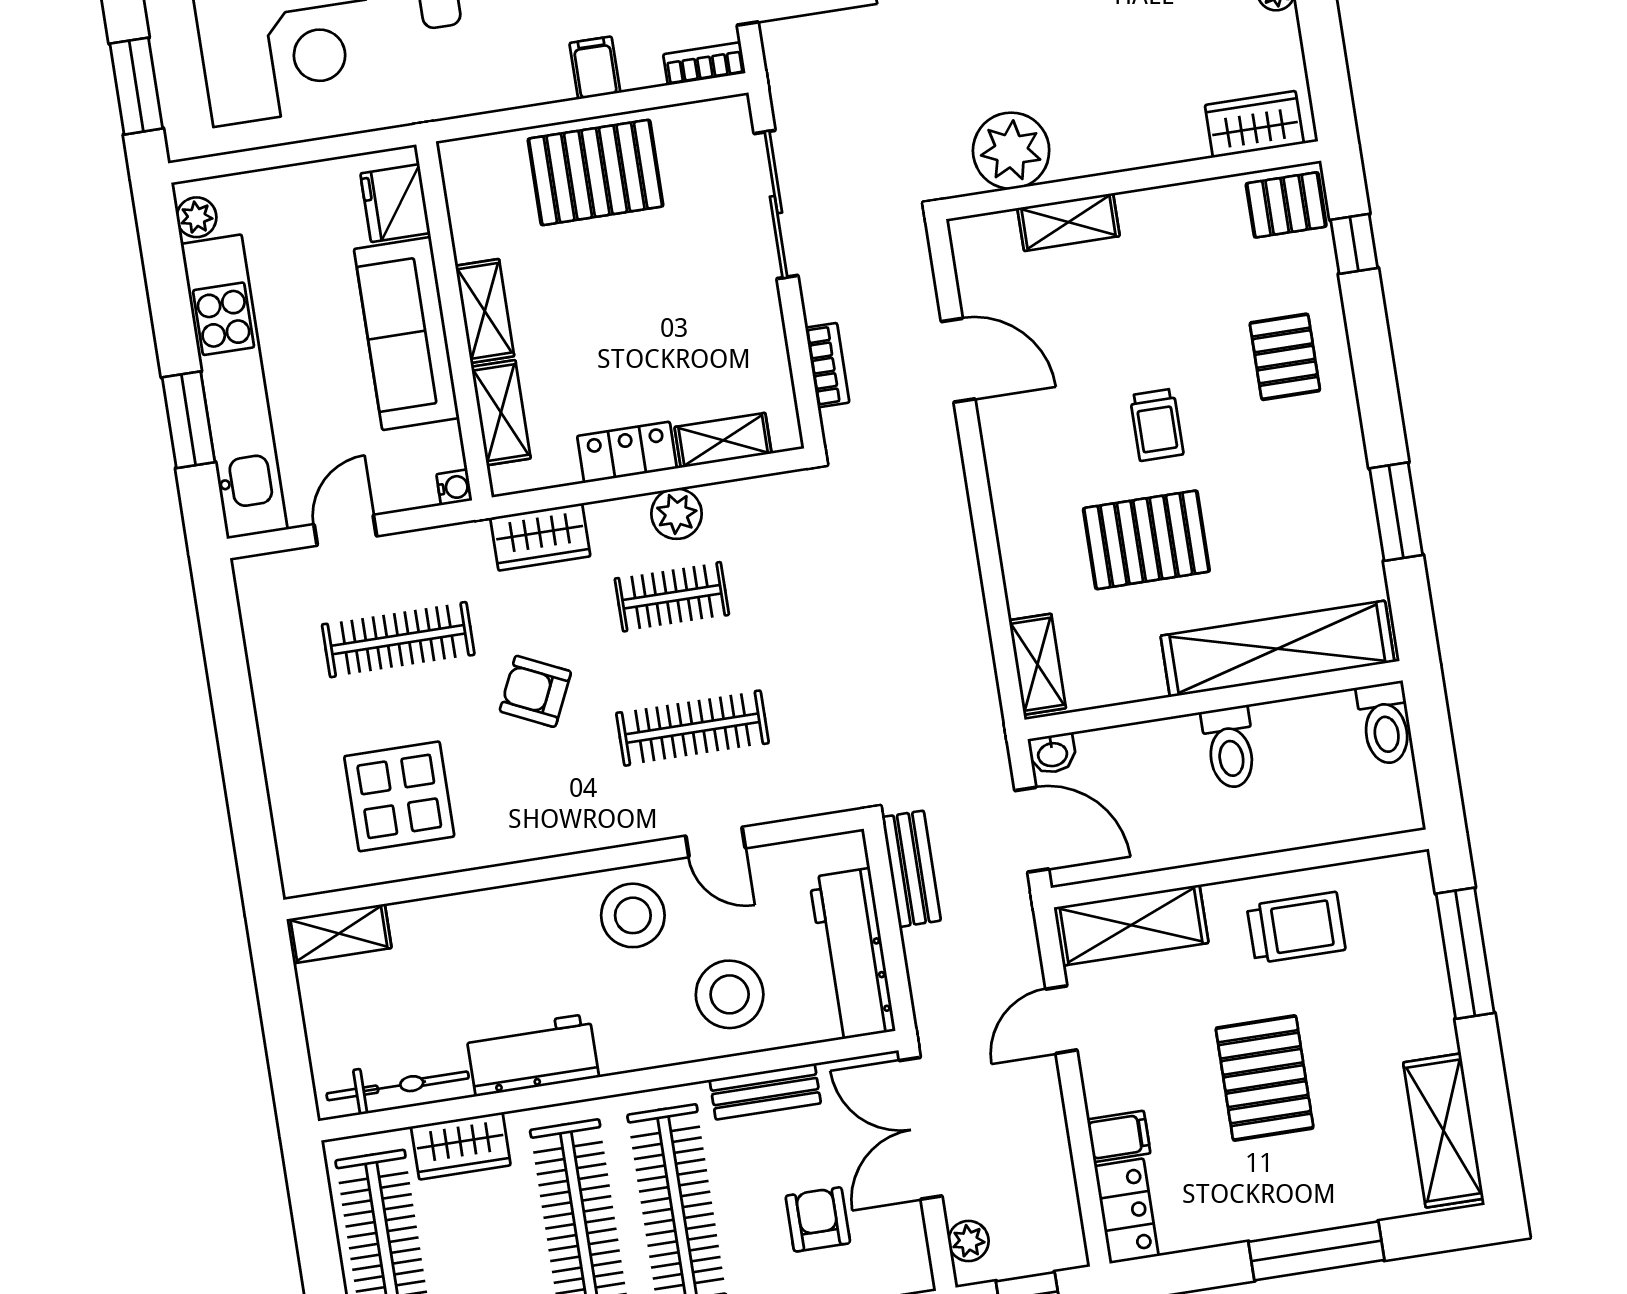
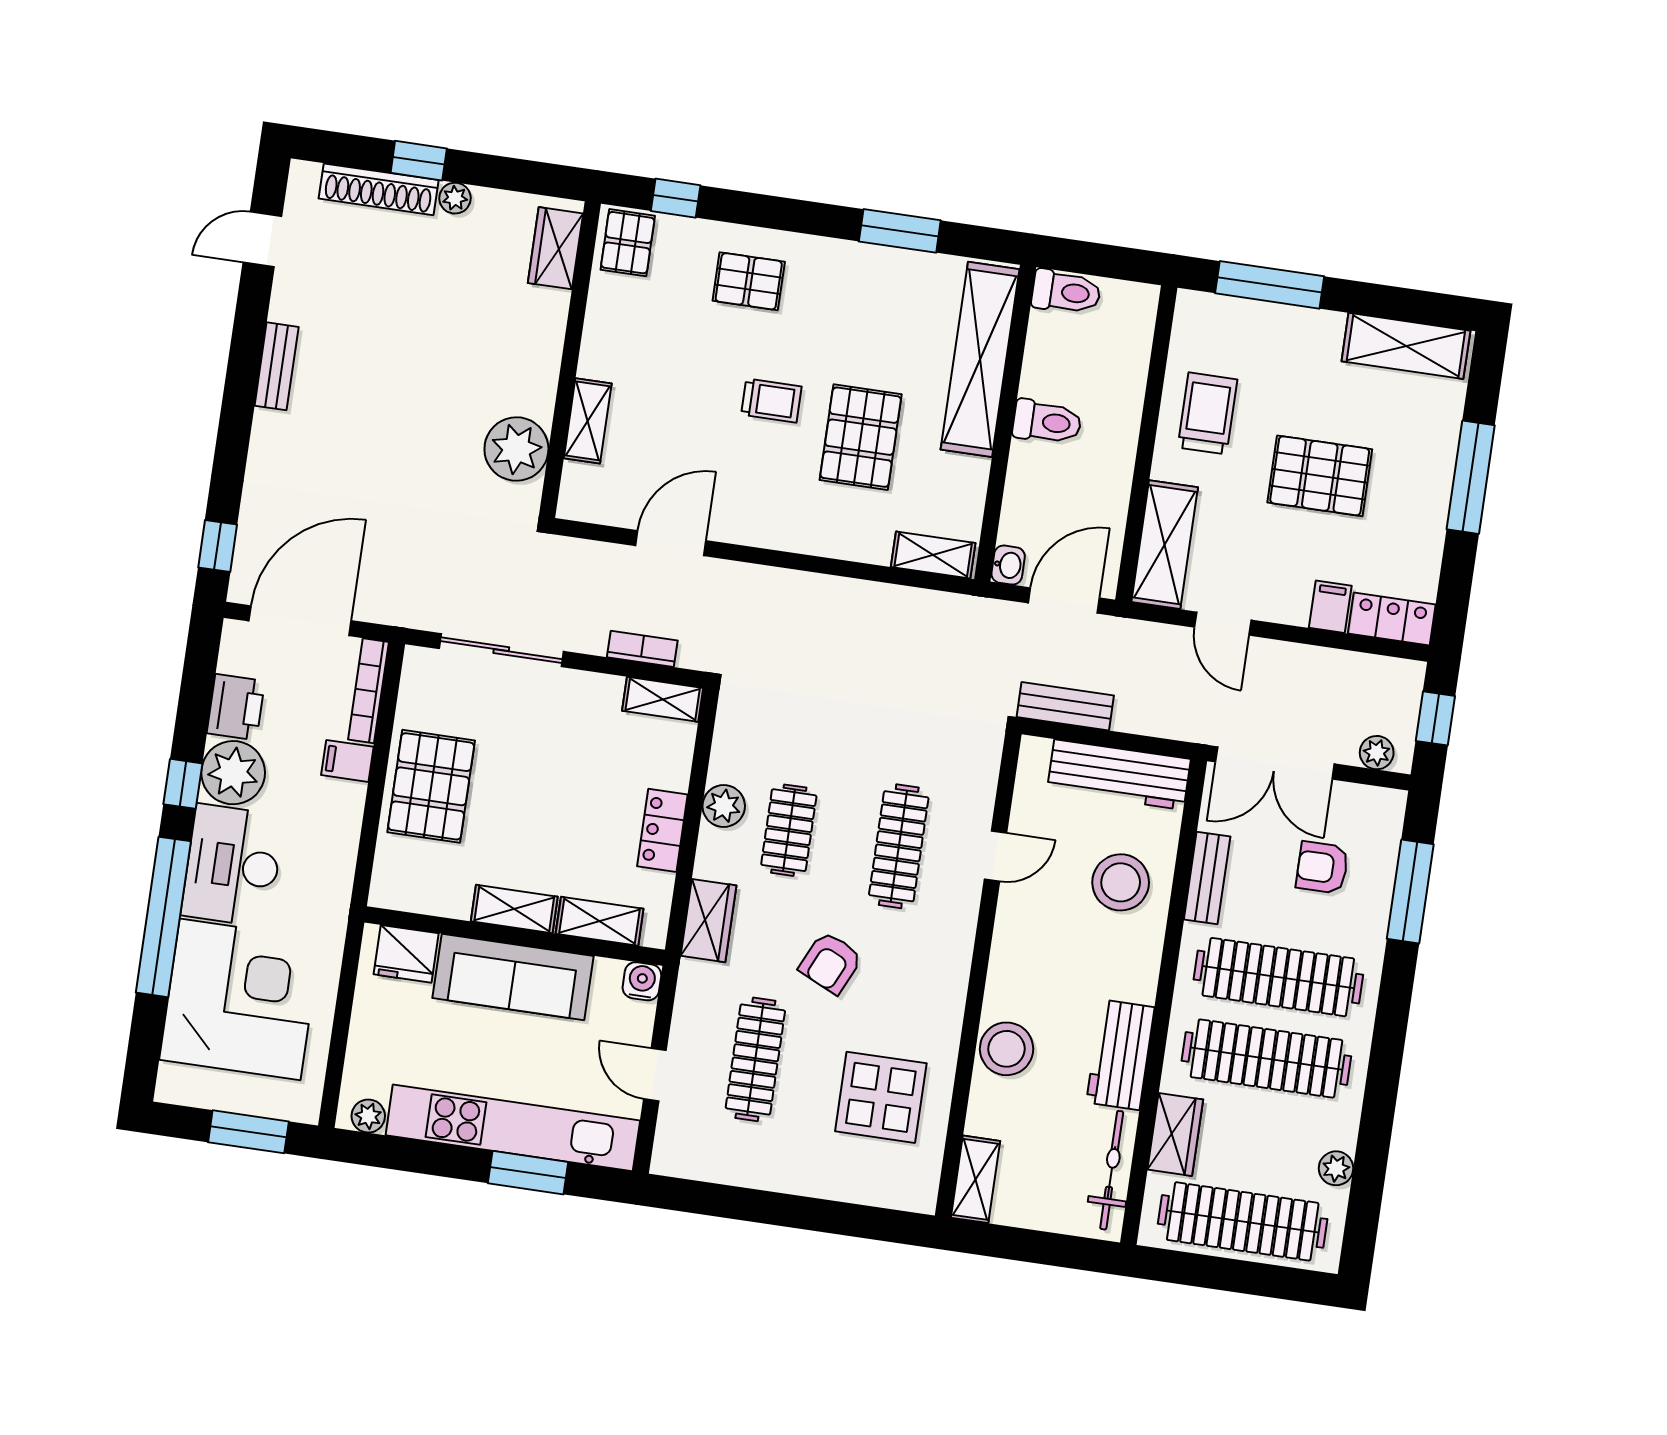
bookcase: (704, 64) -> (368, 691), width x1.56
shelving: (723, 440) -> (663, 699), moved, turned 90
water cooler: (454, 487) -> (642, 981), width x1.38, depth x1.38
stool: (633, 915) -> (1007, 1049), moved

